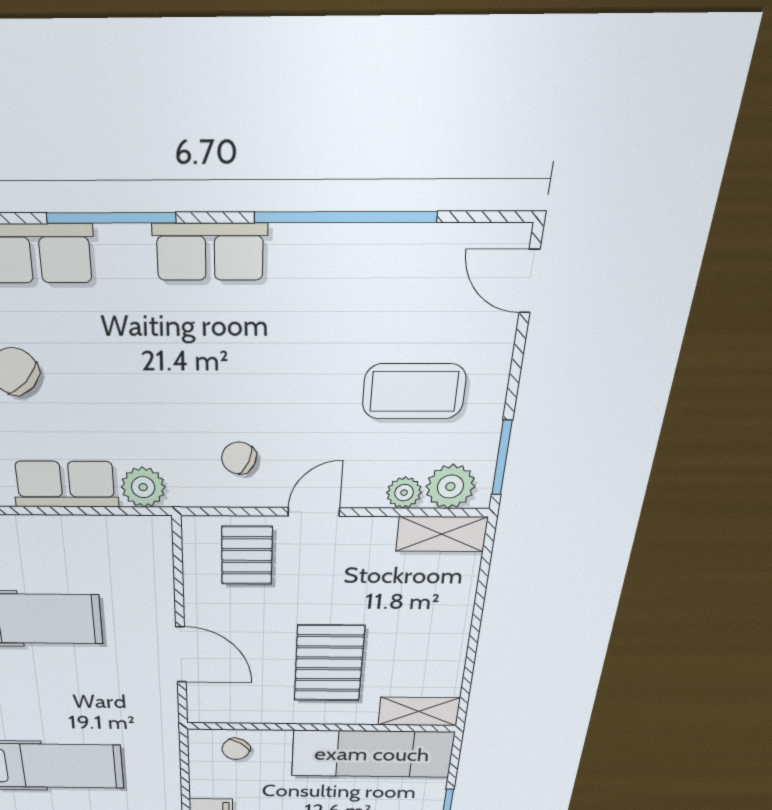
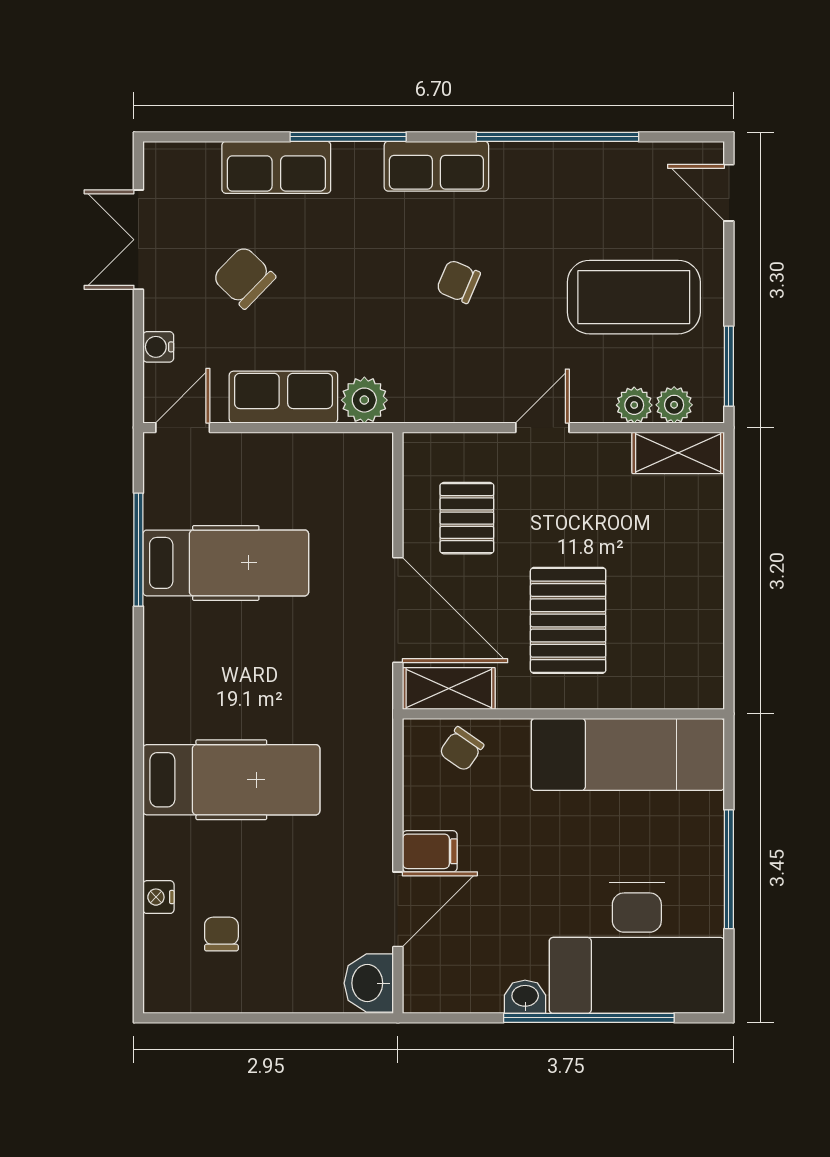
coffee table: (414, 391) -> (634, 297), width x1.36, depth x1.32
chair: (239, 458) -> (458, 282), moved
plant: (450, 487) -> (674, 405), width x0.73, depth x0.73
pallet: (247, 556) -> (467, 518), moved
door: (181, 655) -> (398, 610), width x1.36
shelving: (419, 711) -> (449, 688), moved

